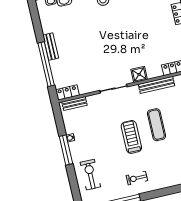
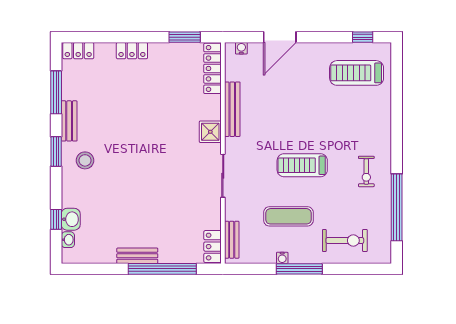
exercise mat: (156, 125) -> (288, 216), moved
exercise bike: (90, 175) -> (345, 240), turned 180

